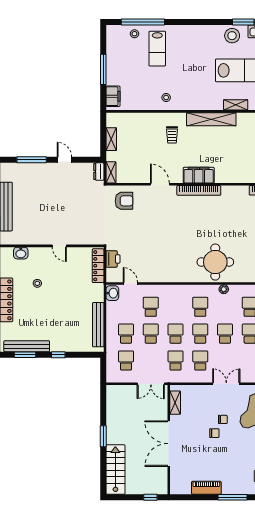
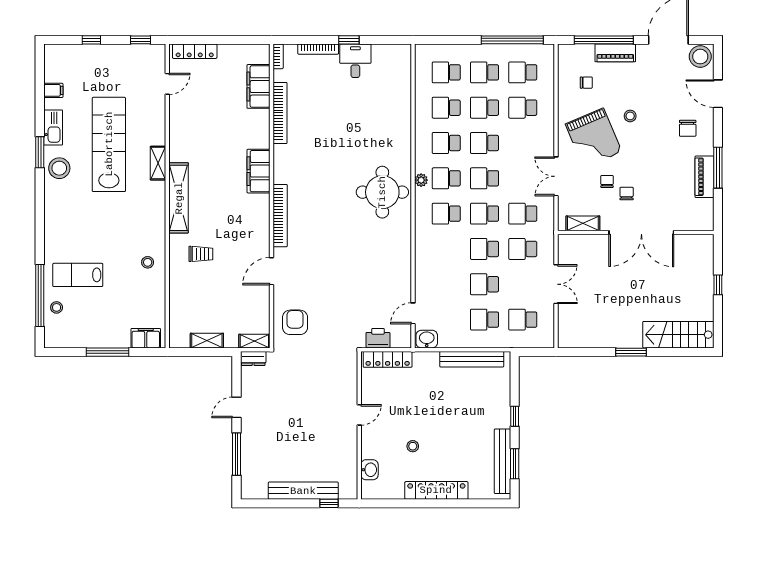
lab bench: (157, 49) -> (78, 275), turned 180
filing cabinet: (199, 175) -> (258, 171), moved
school desk: (151, 307) -> (446, 178), moved
shelving: (175, 403) -> (583, 223), moved
wall: (169, 440) -> (636, 233), moved
double door: (169, 444) -> (641, 233), moved
piano: (206, 488) -> (704, 177), moved

